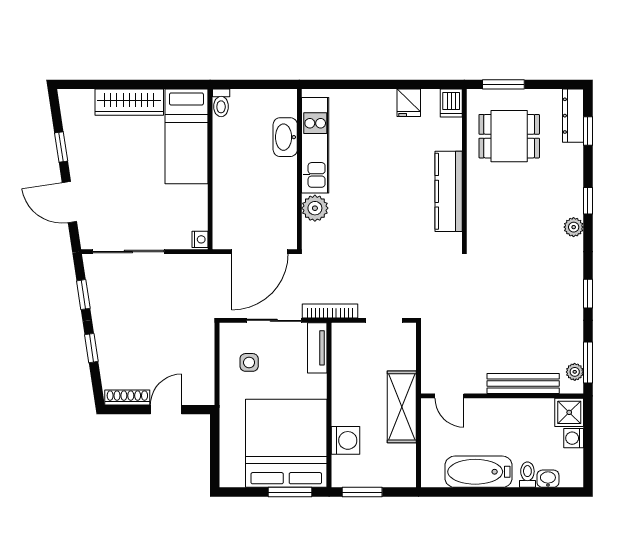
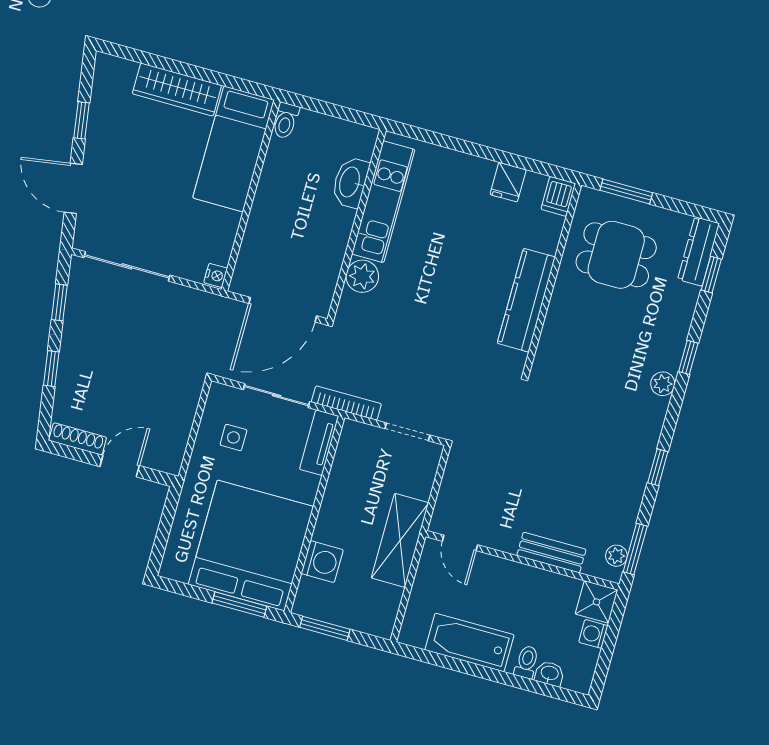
bench: (523, 383) -> (551, 552), width x0.73

